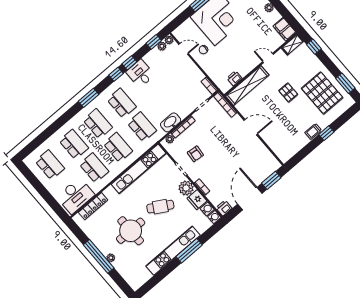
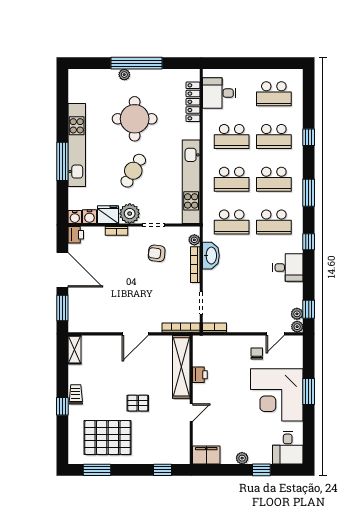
shelving: (293, 45) -> (75, 350), moved
window: (129, 63) -> (309, 137), moved
printer: (234, 78) -> (200, 375), moved
desk: (76, 196) -> (219, 93), width x0.73

